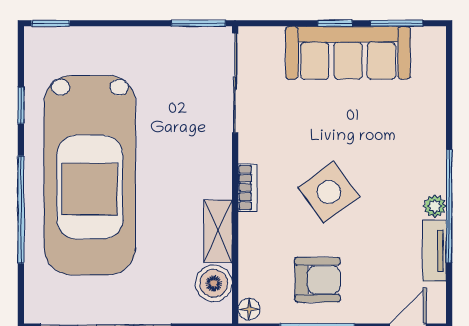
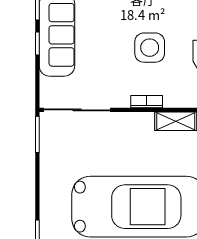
side table: (329, 192) -> (150, 48), turned 36

